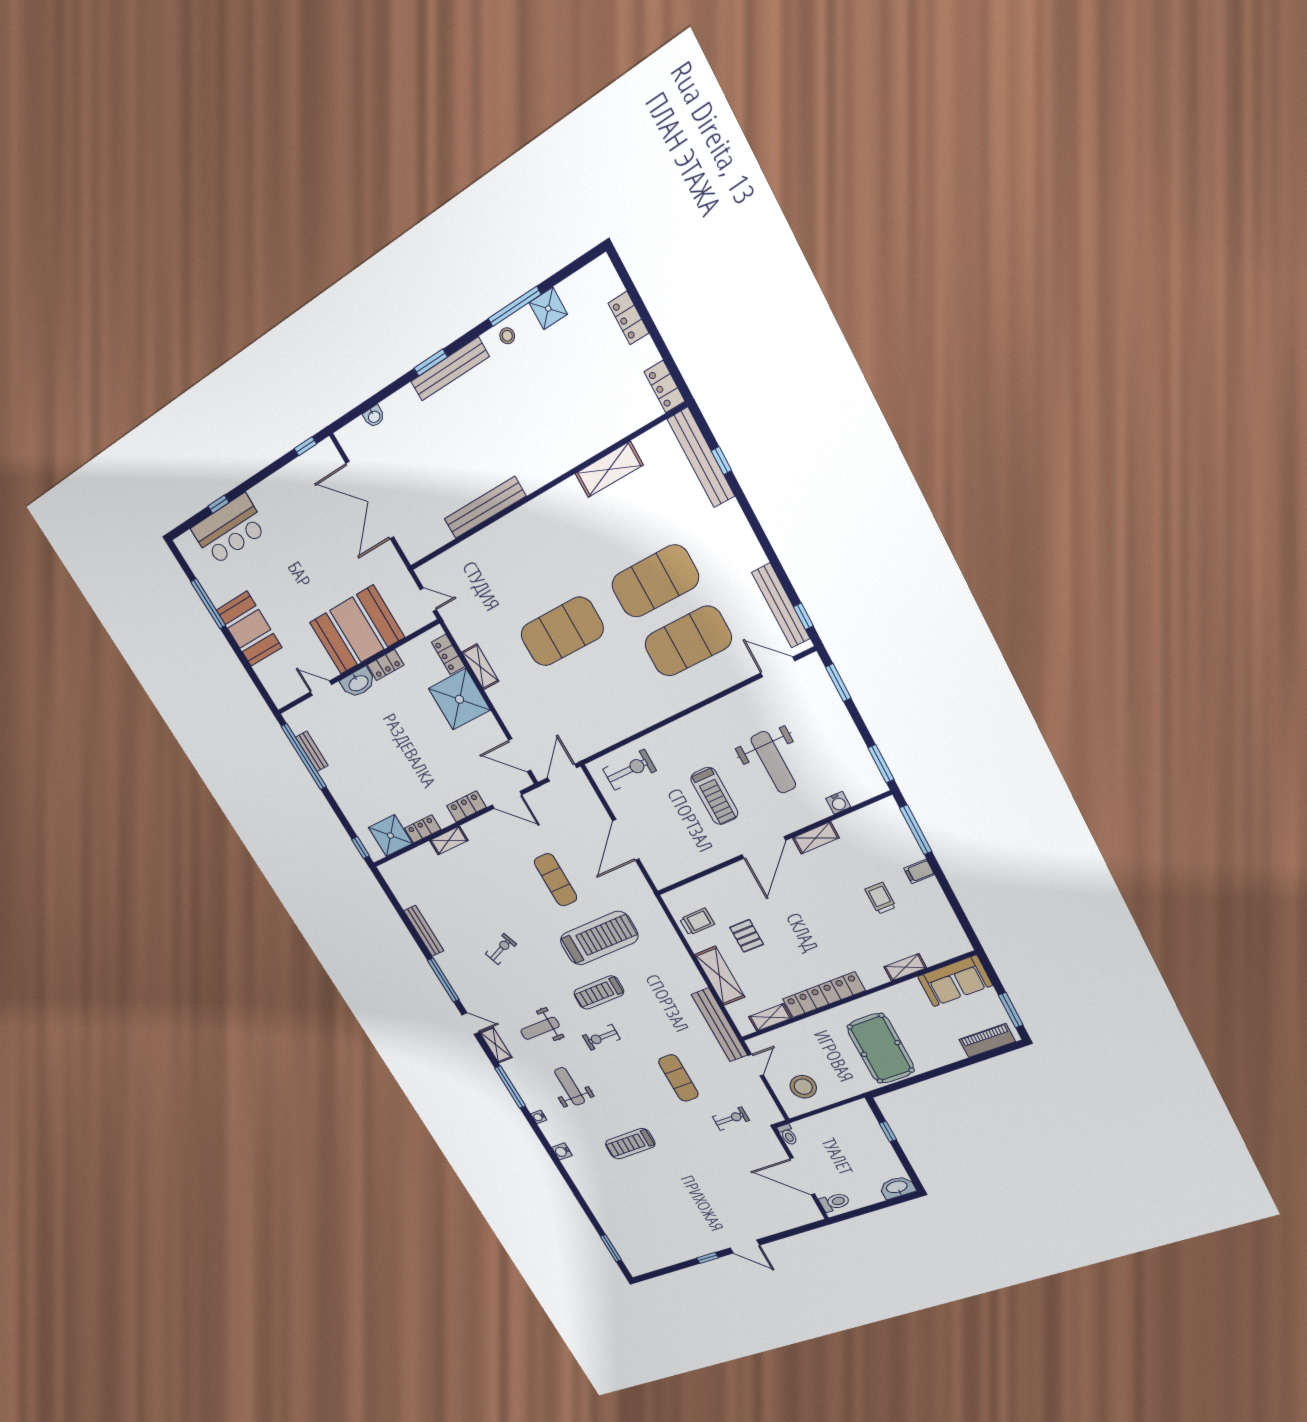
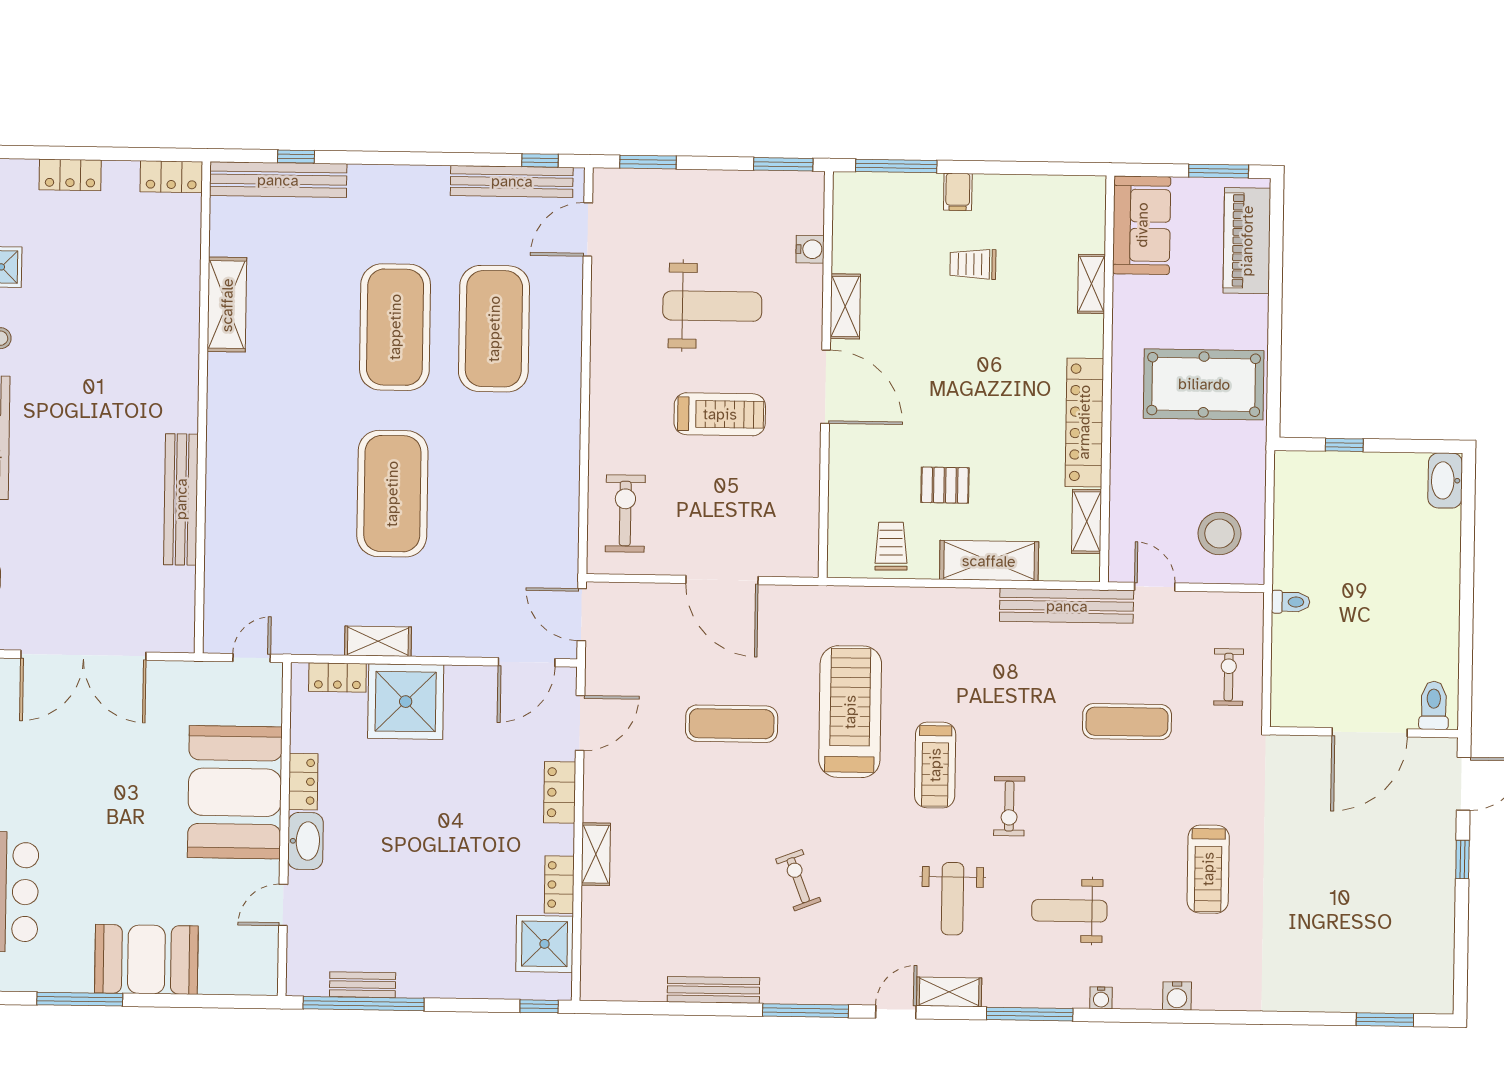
piano: (987, 1040) -> (1247, 241), width x1.37, depth x1.33
wall: (801, 1174) -> (1364, 732), moved
door: (802, 1176) -> (1370, 732), moved
toilet: (835, 1202) -> (1434, 705), moved

